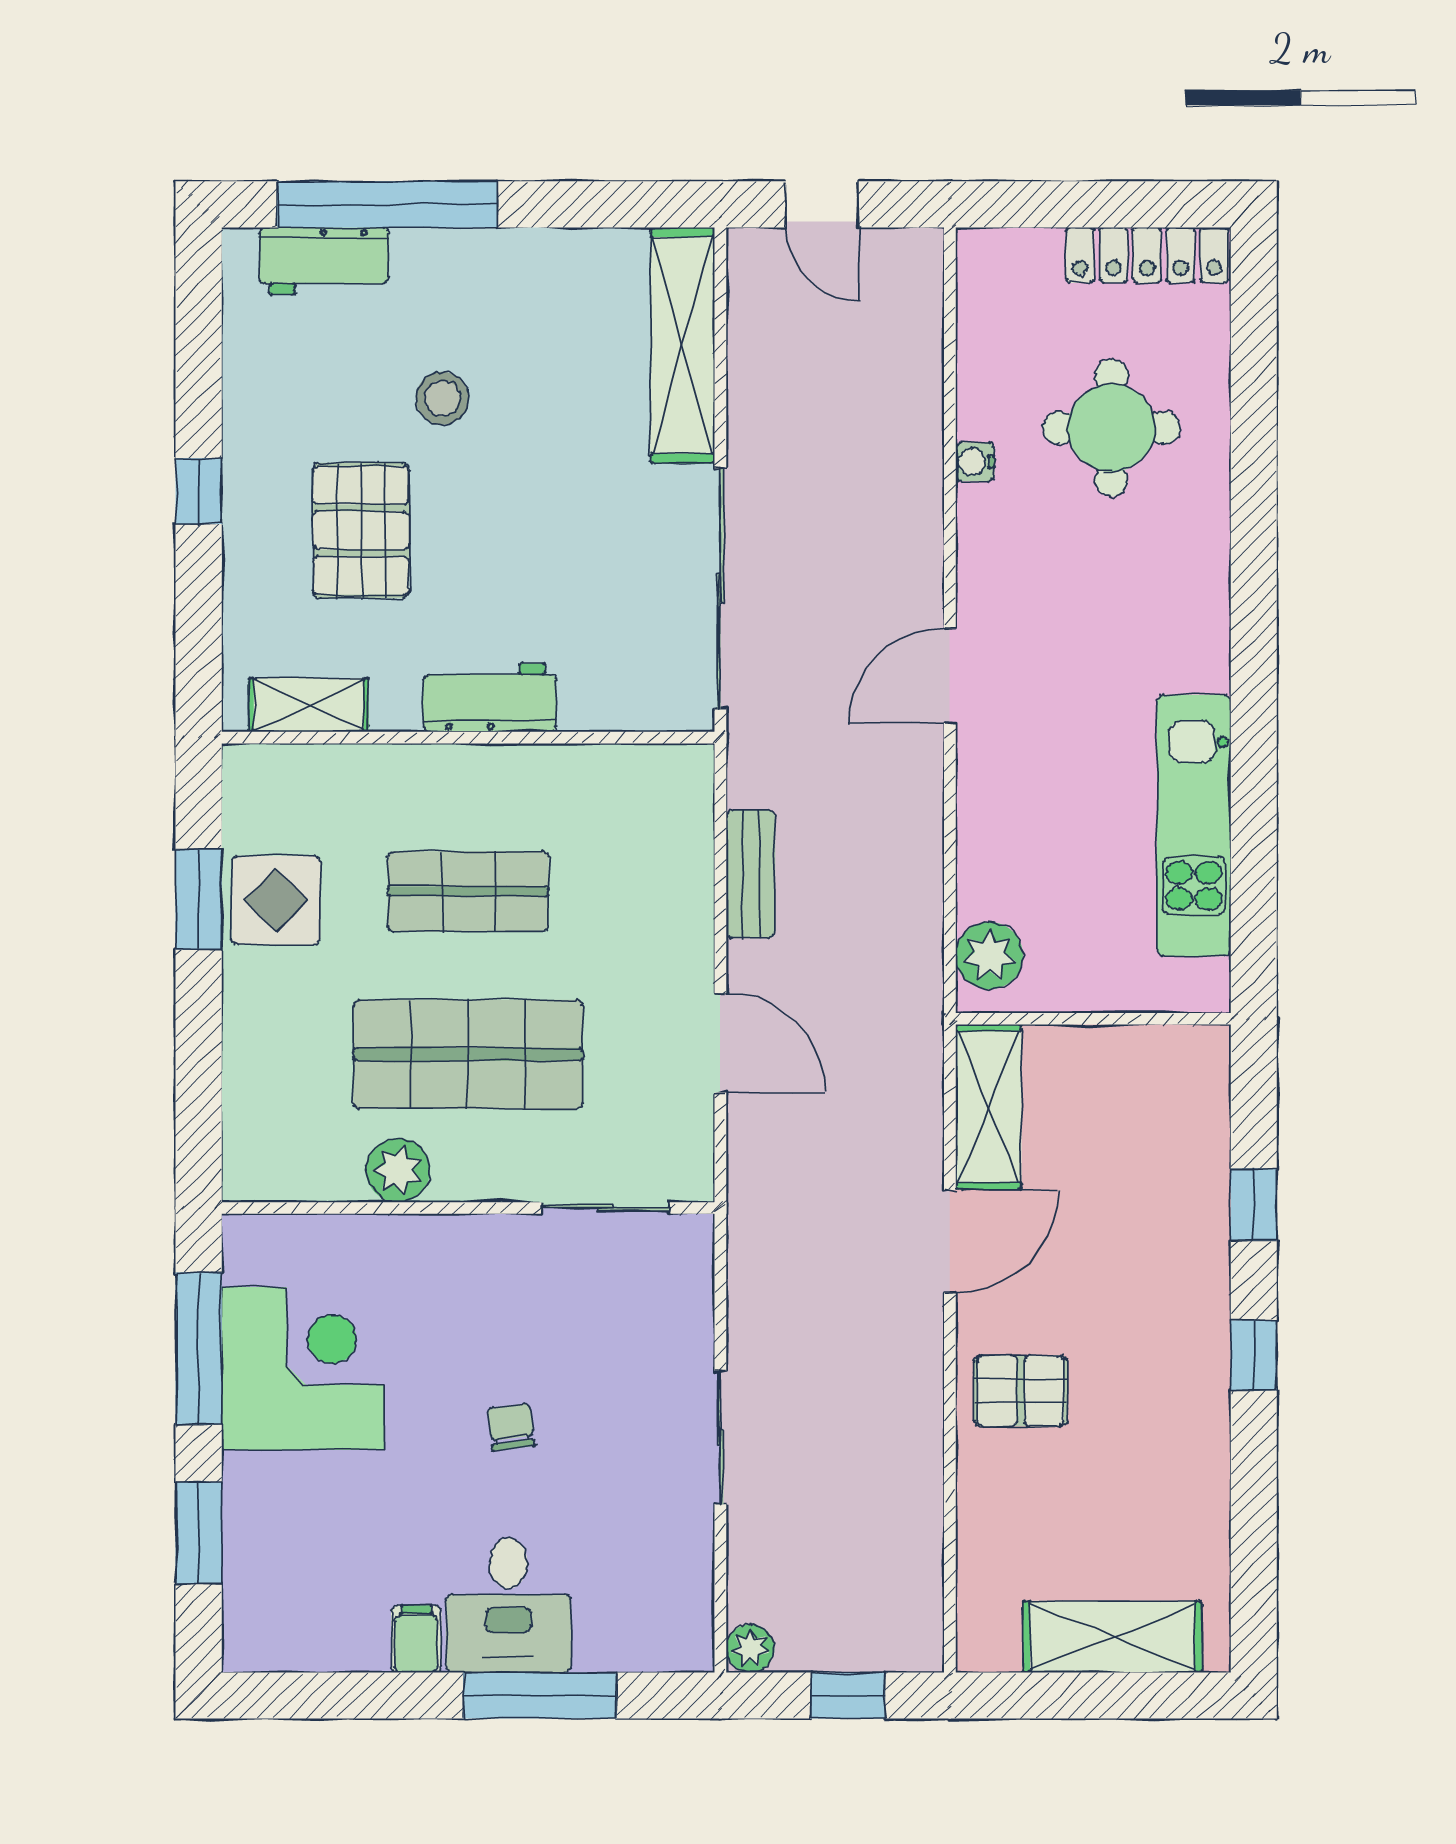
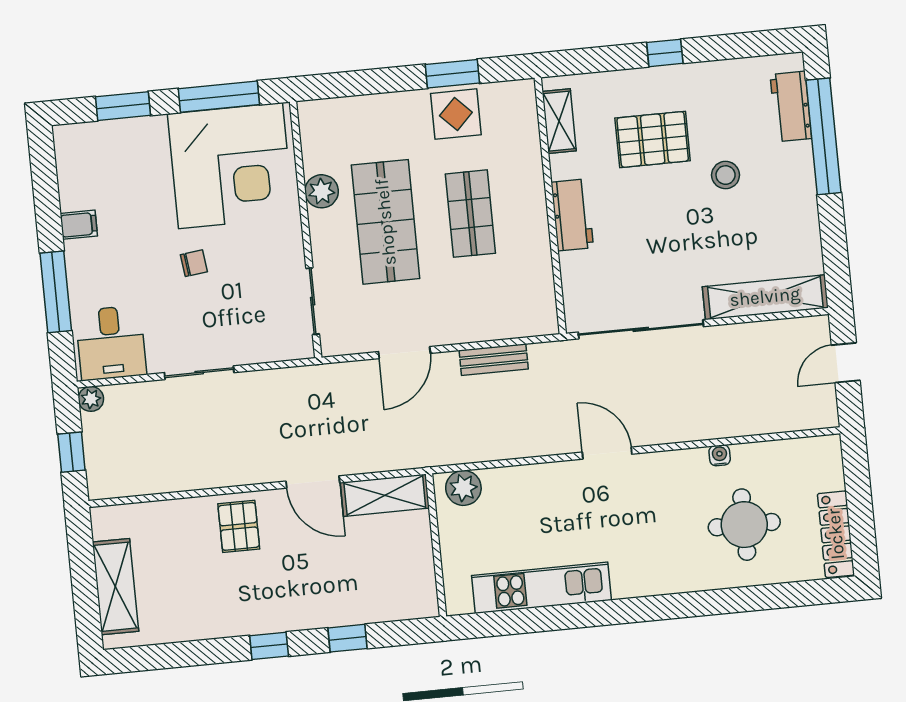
corner desk: (303, 1369) -> (230, 166), width x1.36, depth x1.36
desk: (508, 1605) -> (111, 343), moved, turned -90

